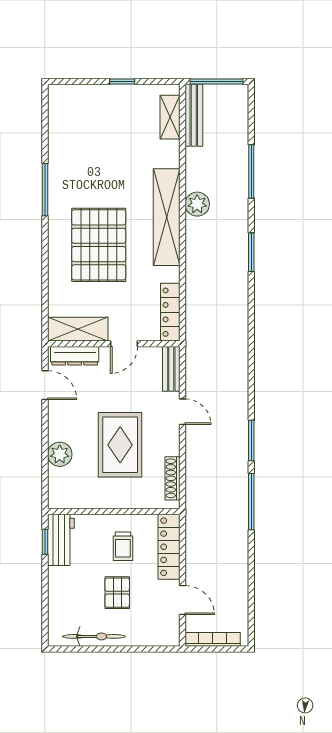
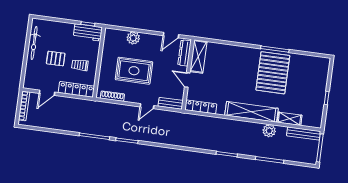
shelving: (170, 117) -> (290, 119), moved
plant: (197, 204) -> (269, 131), moved
pallet: (99, 245) -> (273, 73), moved, turned 90

